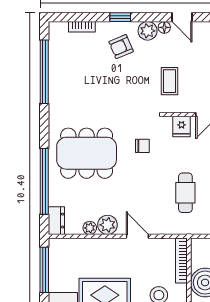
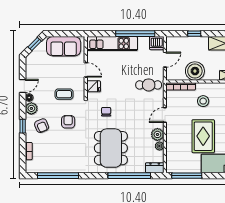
armchair: (127, 87) -> (68, 122), added
cafe table: (185, 193) -> (149, 85), moved

